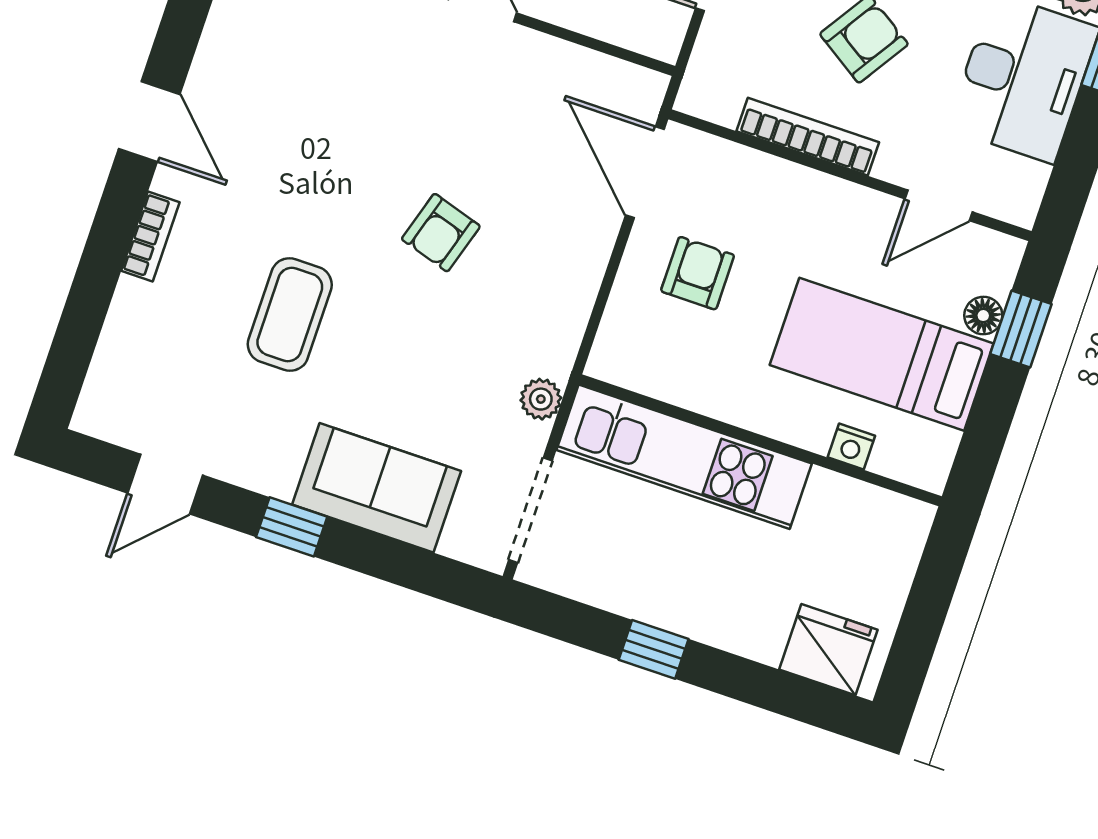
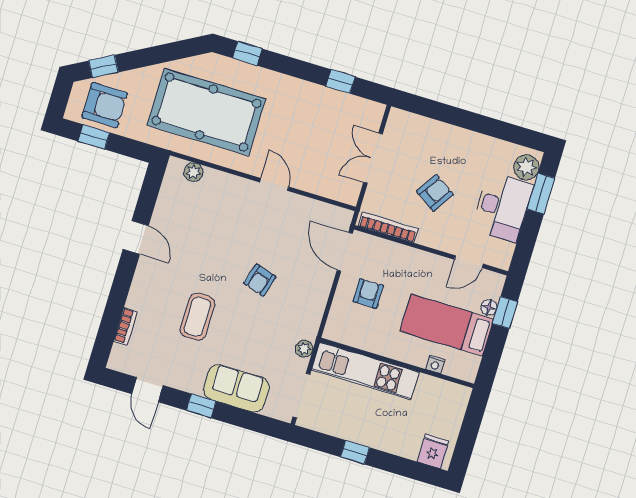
bookcase: (808, 137) -> (388, 227), moved
bookcase: (150, 236) -> (126, 326), moved
door: (165, 484) -> (147, 390), hinge flipped
fridge: (828, 650) -> (433, 451), width x0.72

